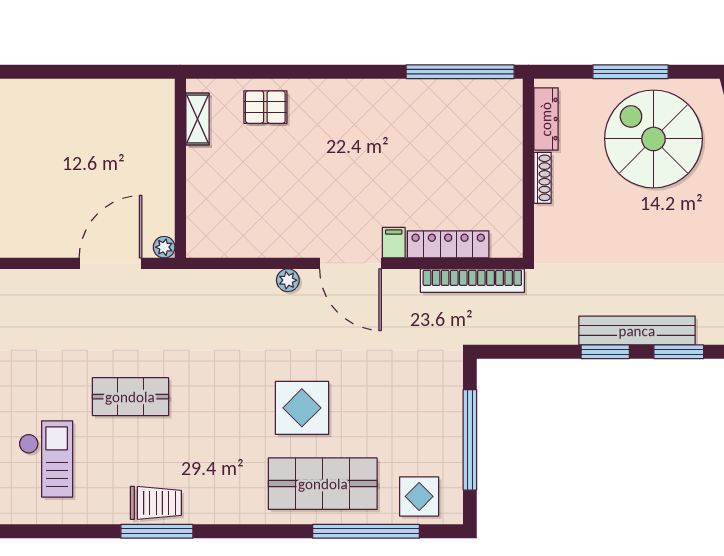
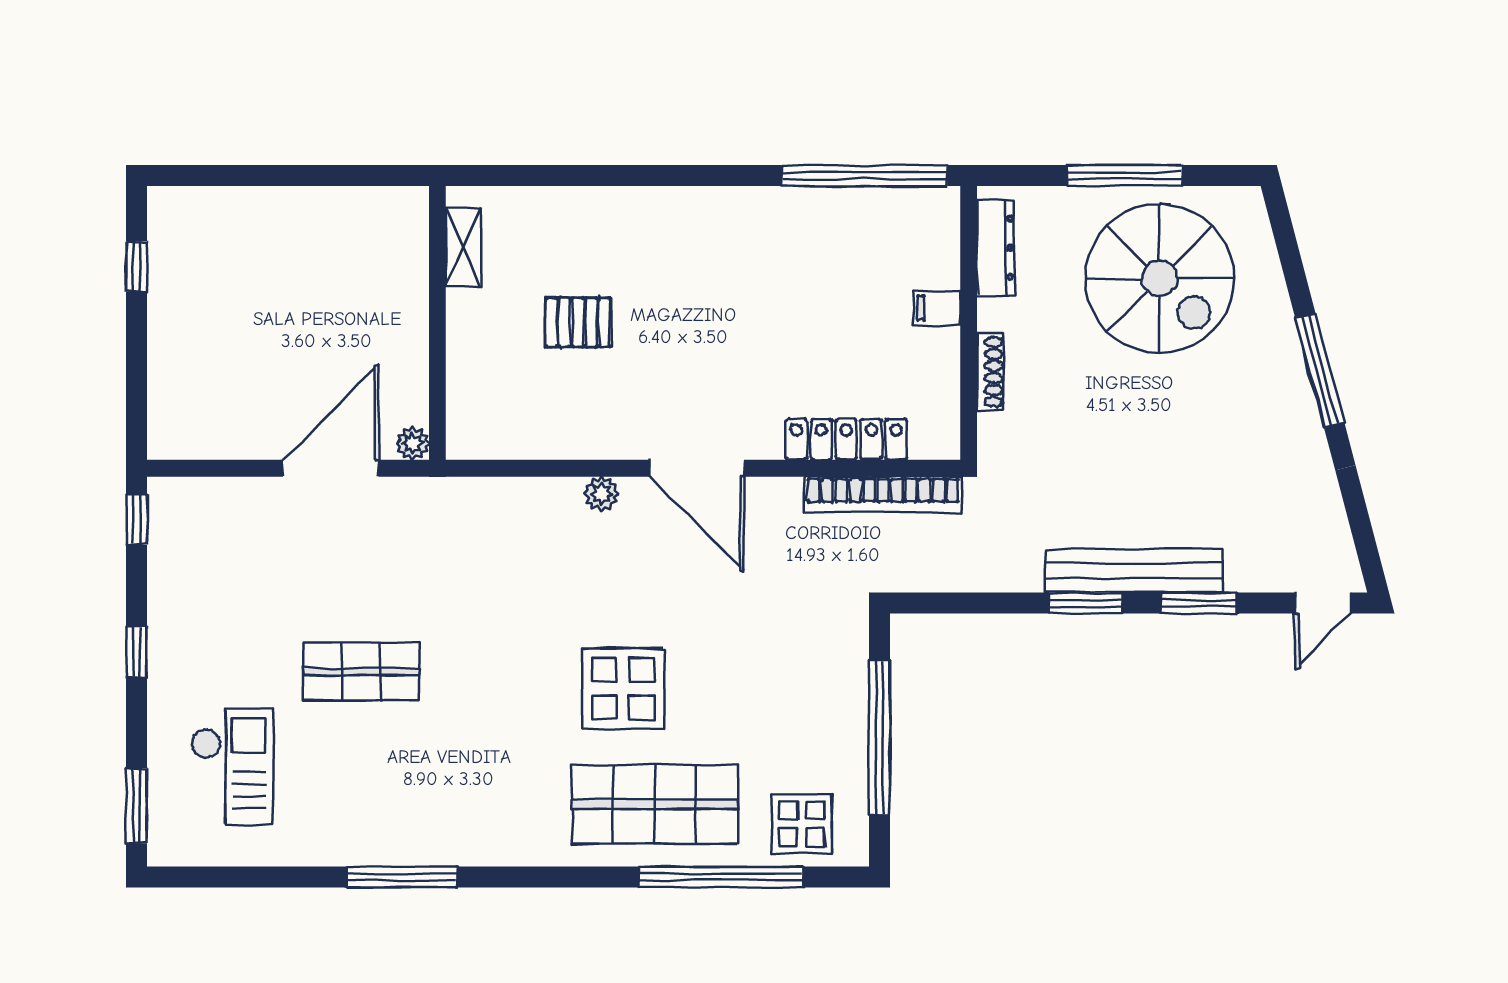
pallet: (265, 107) -> (578, 322), moved
spiral stairs: (653, 139) -> (1160, 278), turned 180
shoe rack: (542, 178) -> (990, 372), moved
filing cabinet: (394, 243) -> (937, 308), moved, turned -90
trolley: (156, 503) -> (400, 834), removed

